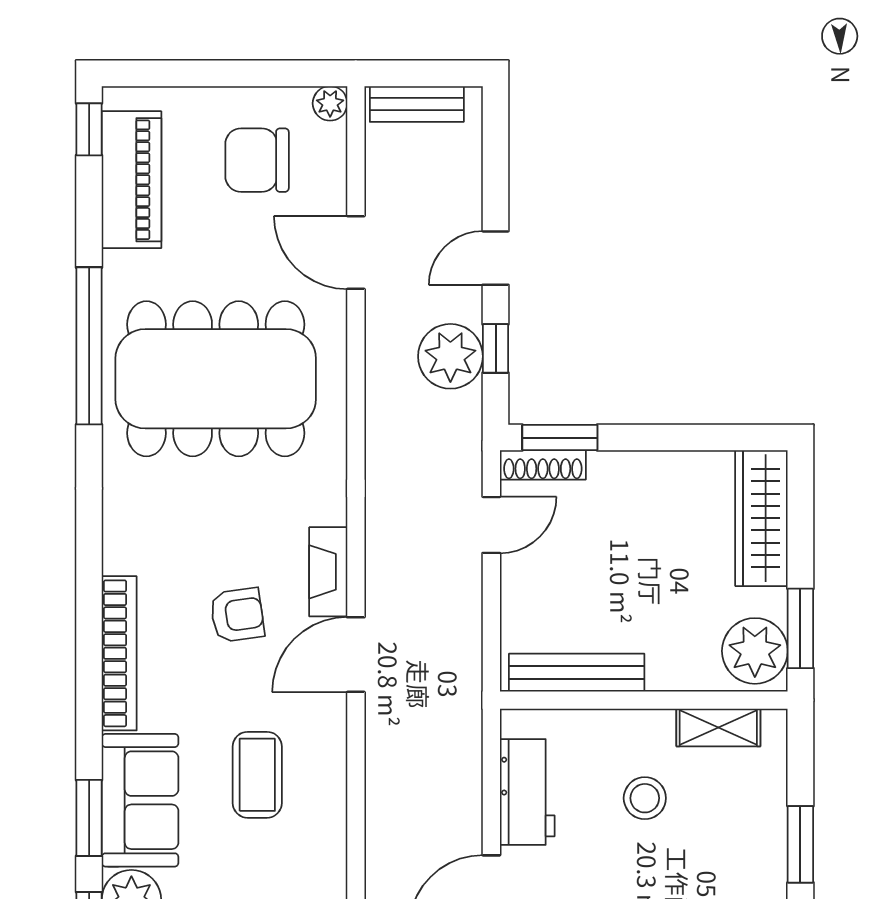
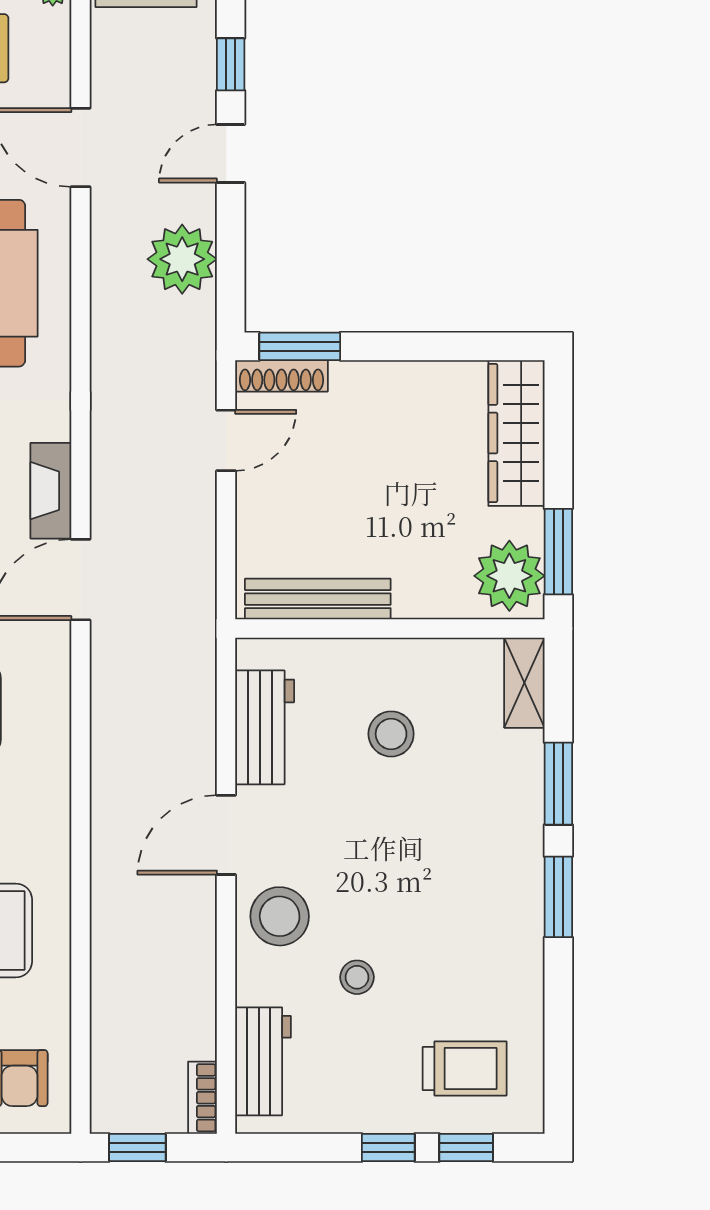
window: (496, 348) -> (231, 64), moved
shelving: (718, 727) -> (524, 683), moved, turned 90

